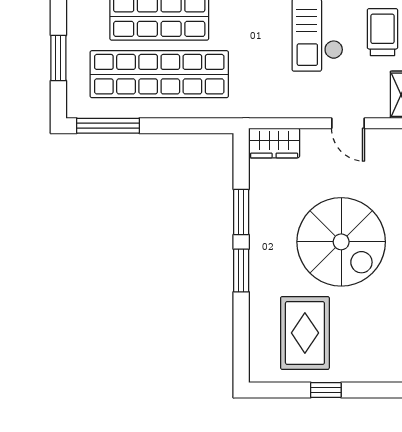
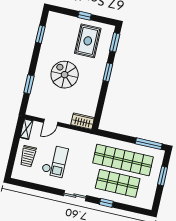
door: (348, 123) -> (51, 122), swing flipped
window: (241, 212) -> (115, 42), moved
spiral stairs: (341, 242) -> (65, 75), width x0.73, depth x0.73

